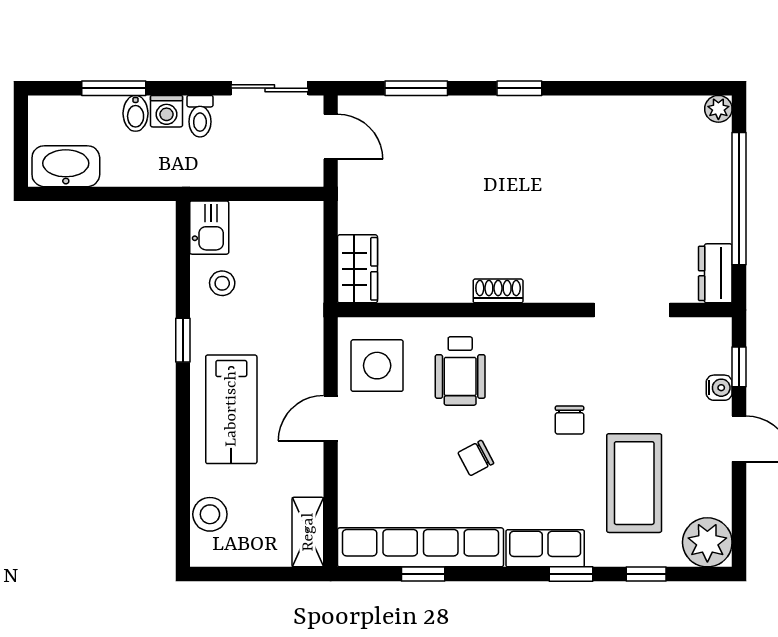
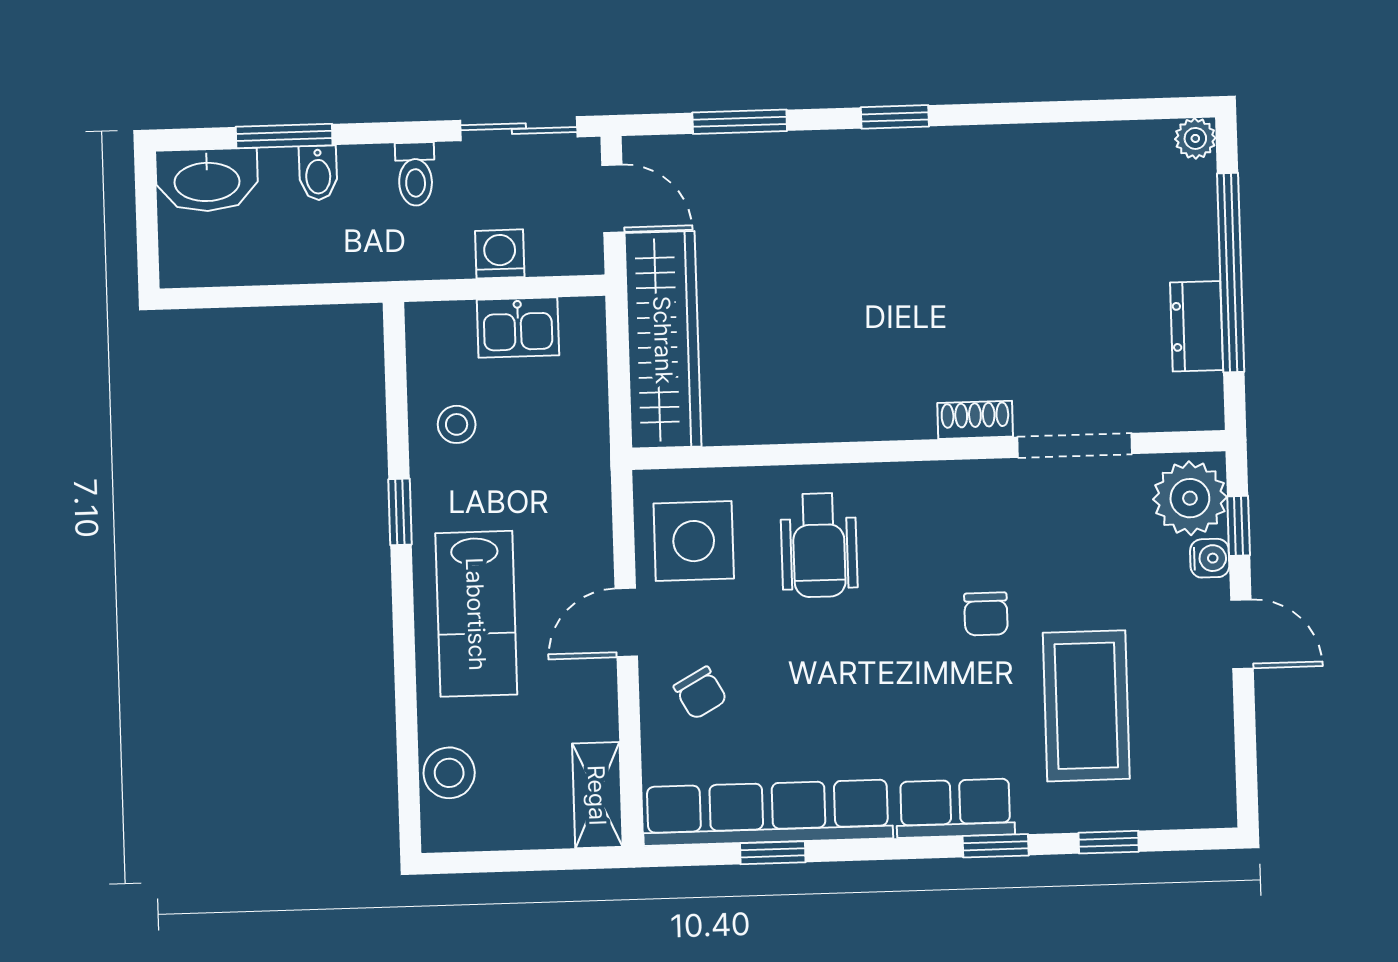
washing machine: (166, 111) -> (500, 254), moved, turned 180
washbasin: (66, 166) -> (207, 180), moved, turned 180
kitchen sink: (209, 228) -> (518, 328), moved, turned 90
wardrobe: (357, 269) -> (663, 340), width x2.10, depth x1.17
dresser: (715, 273) -> (1197, 326), moved
shoe rack: (498, 291) -> (975, 420), moved
chair: (476, 458) -> (700, 693), moved, turned -91
plant: (707, 542) -> (1190, 498), moved

